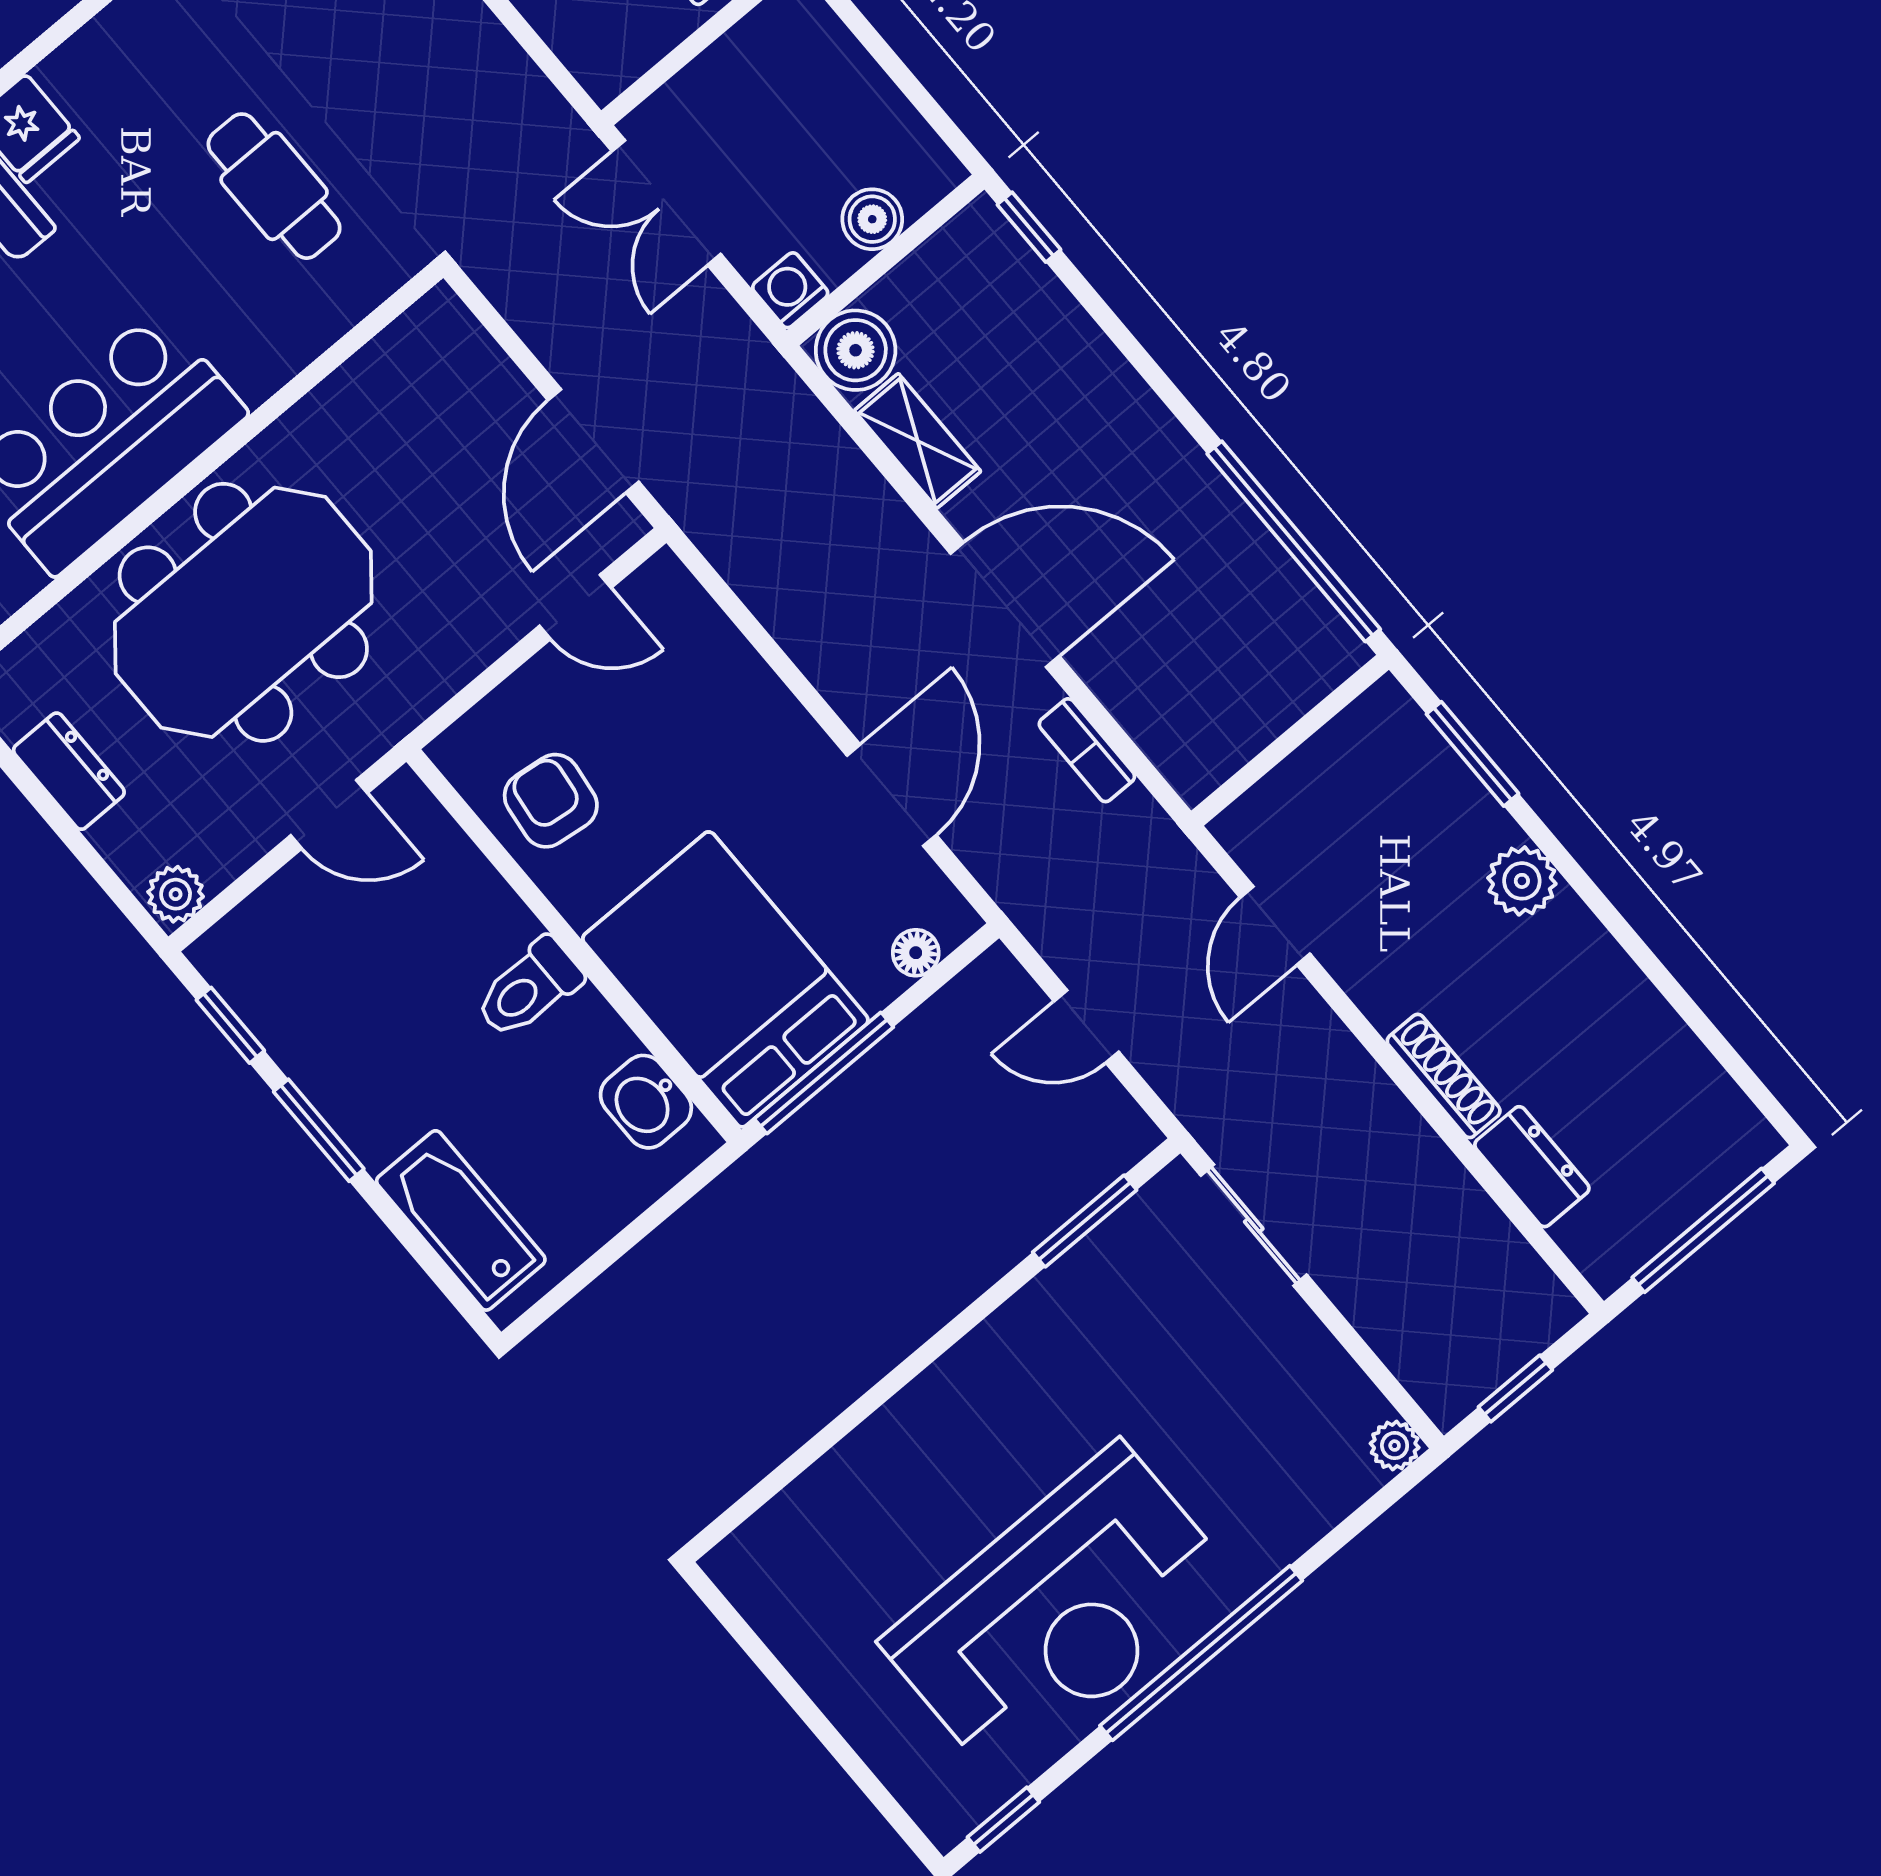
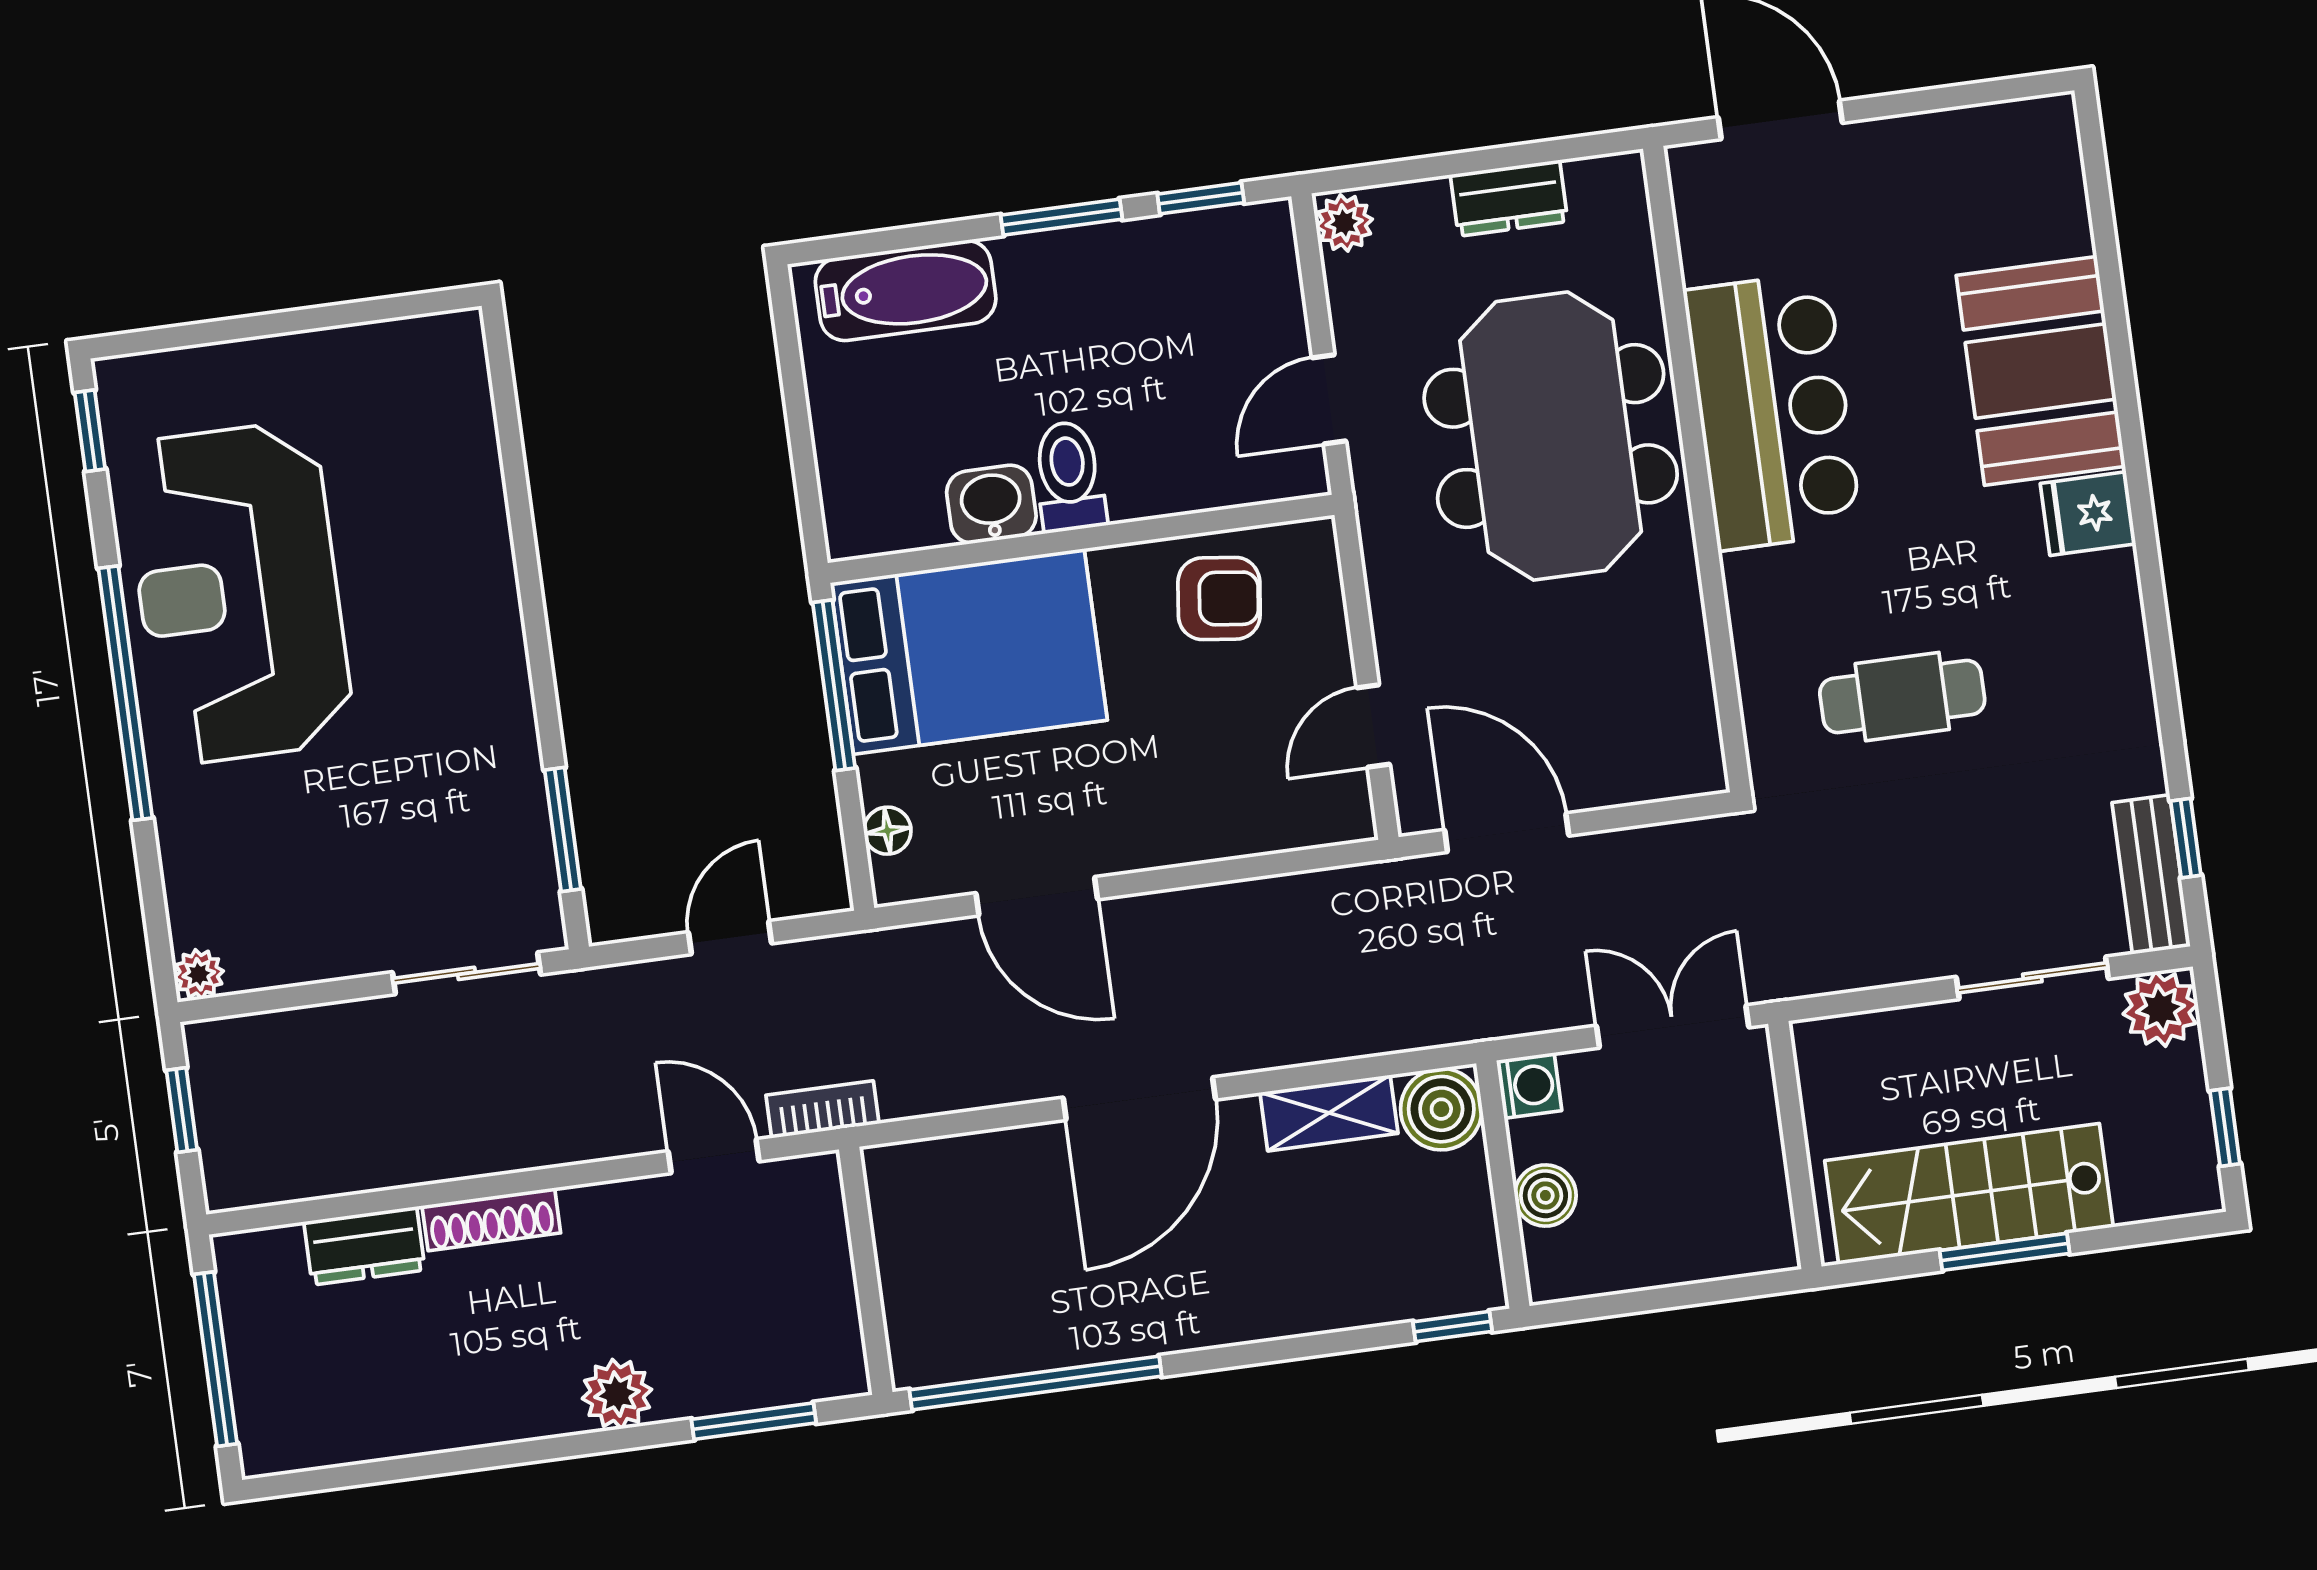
bookcase: (1087, 750) -> (822, 1109), moved
washbasin: (646, 1102) -> (991, 504), moved

